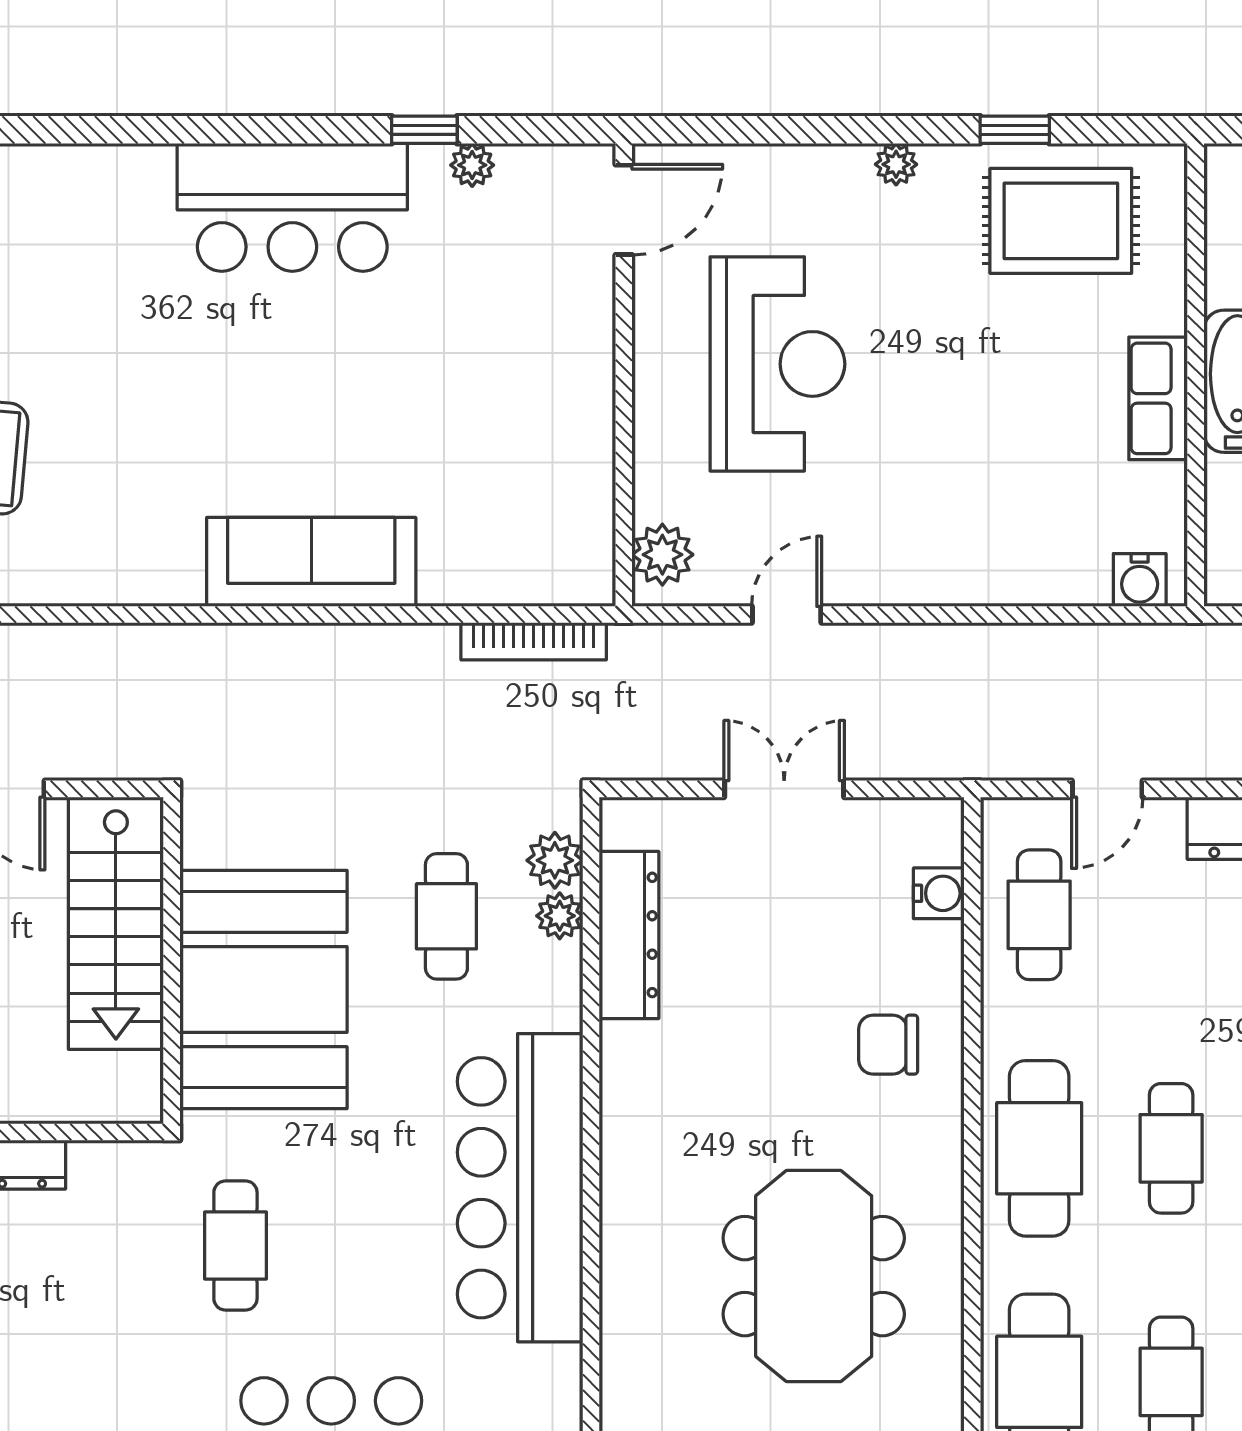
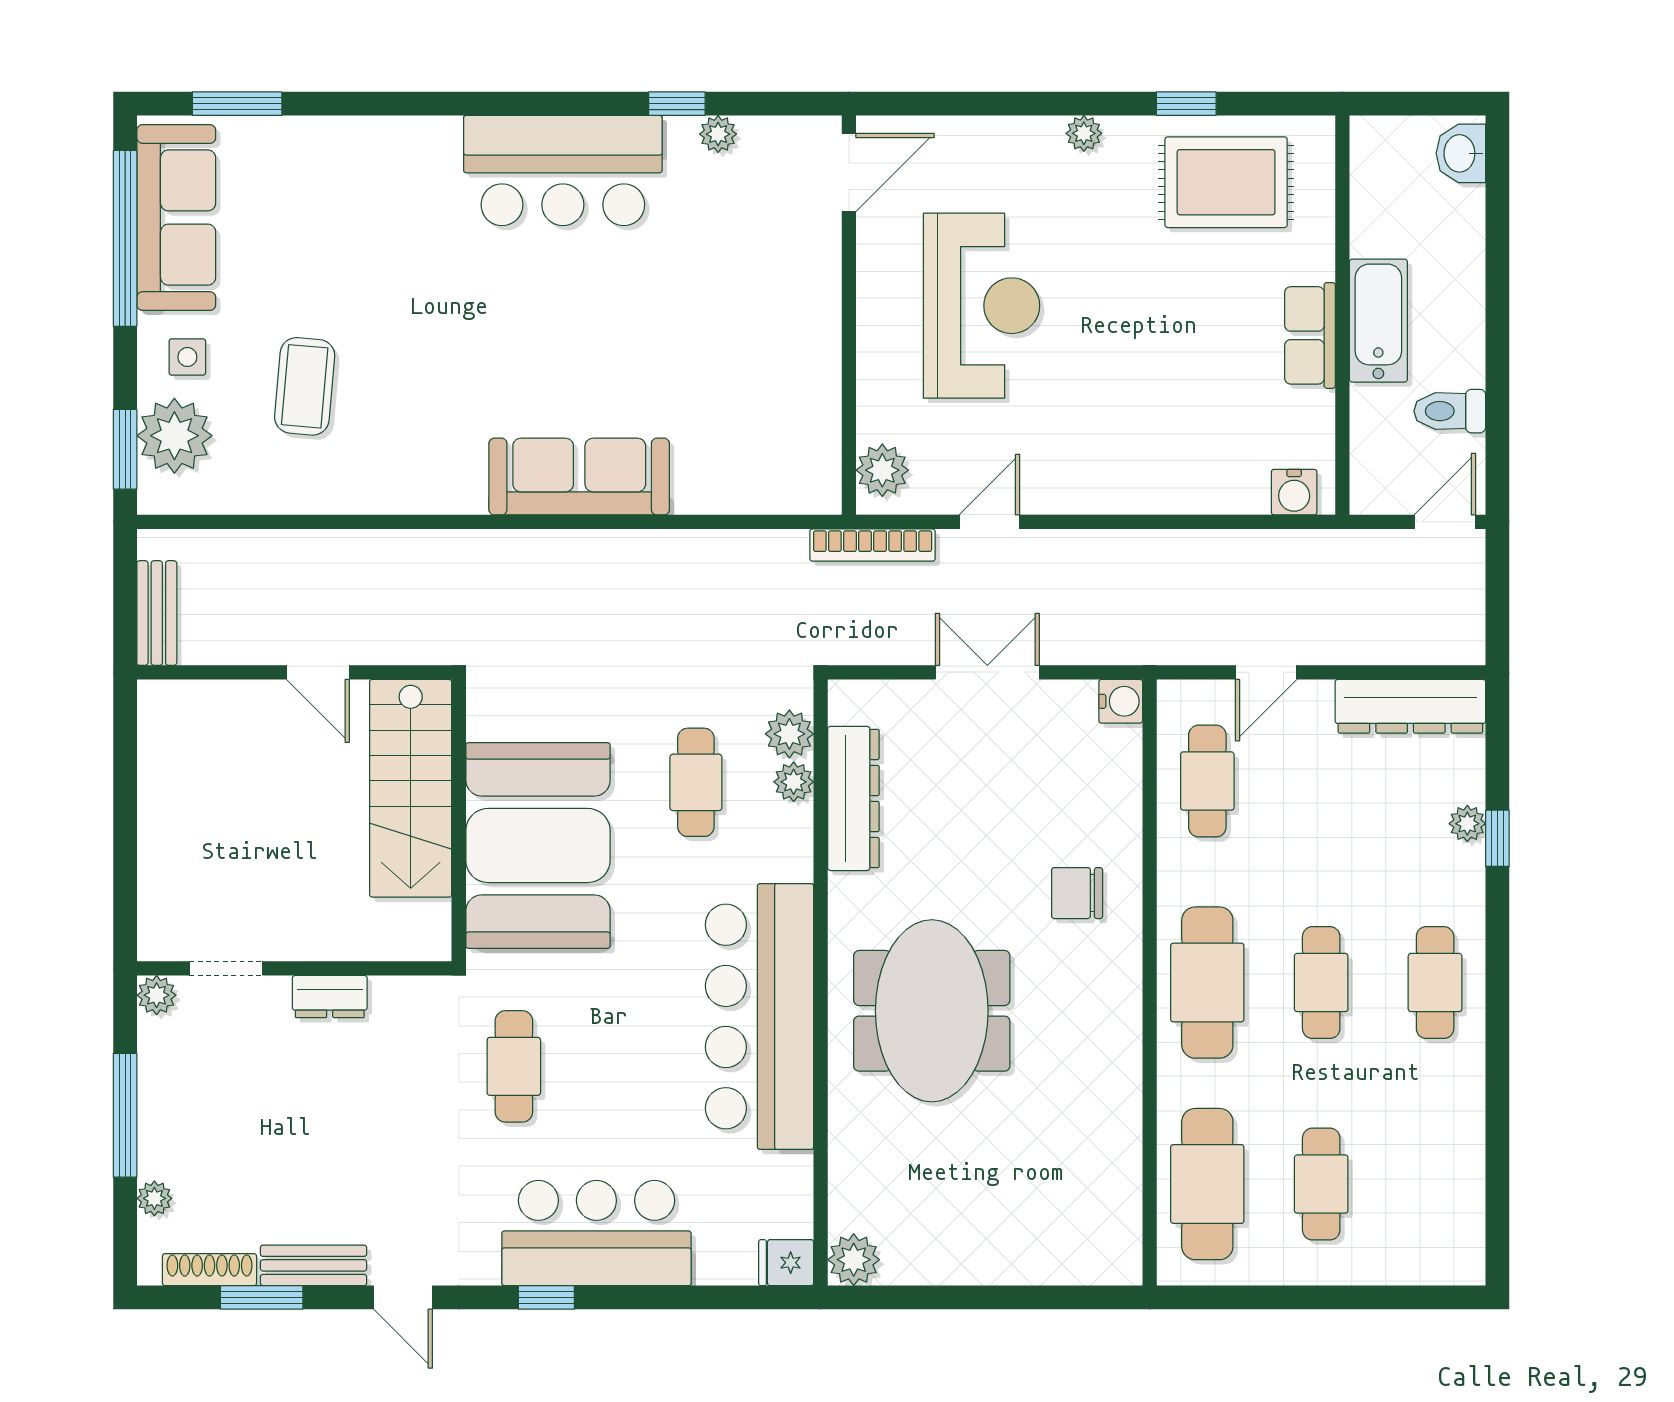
bookcase: (534, 641) -> (873, 545), moved
water cooler: (939, 893) -> (1121, 701), moved
meeting table: (814, 1276) -> (932, 1011), moved

